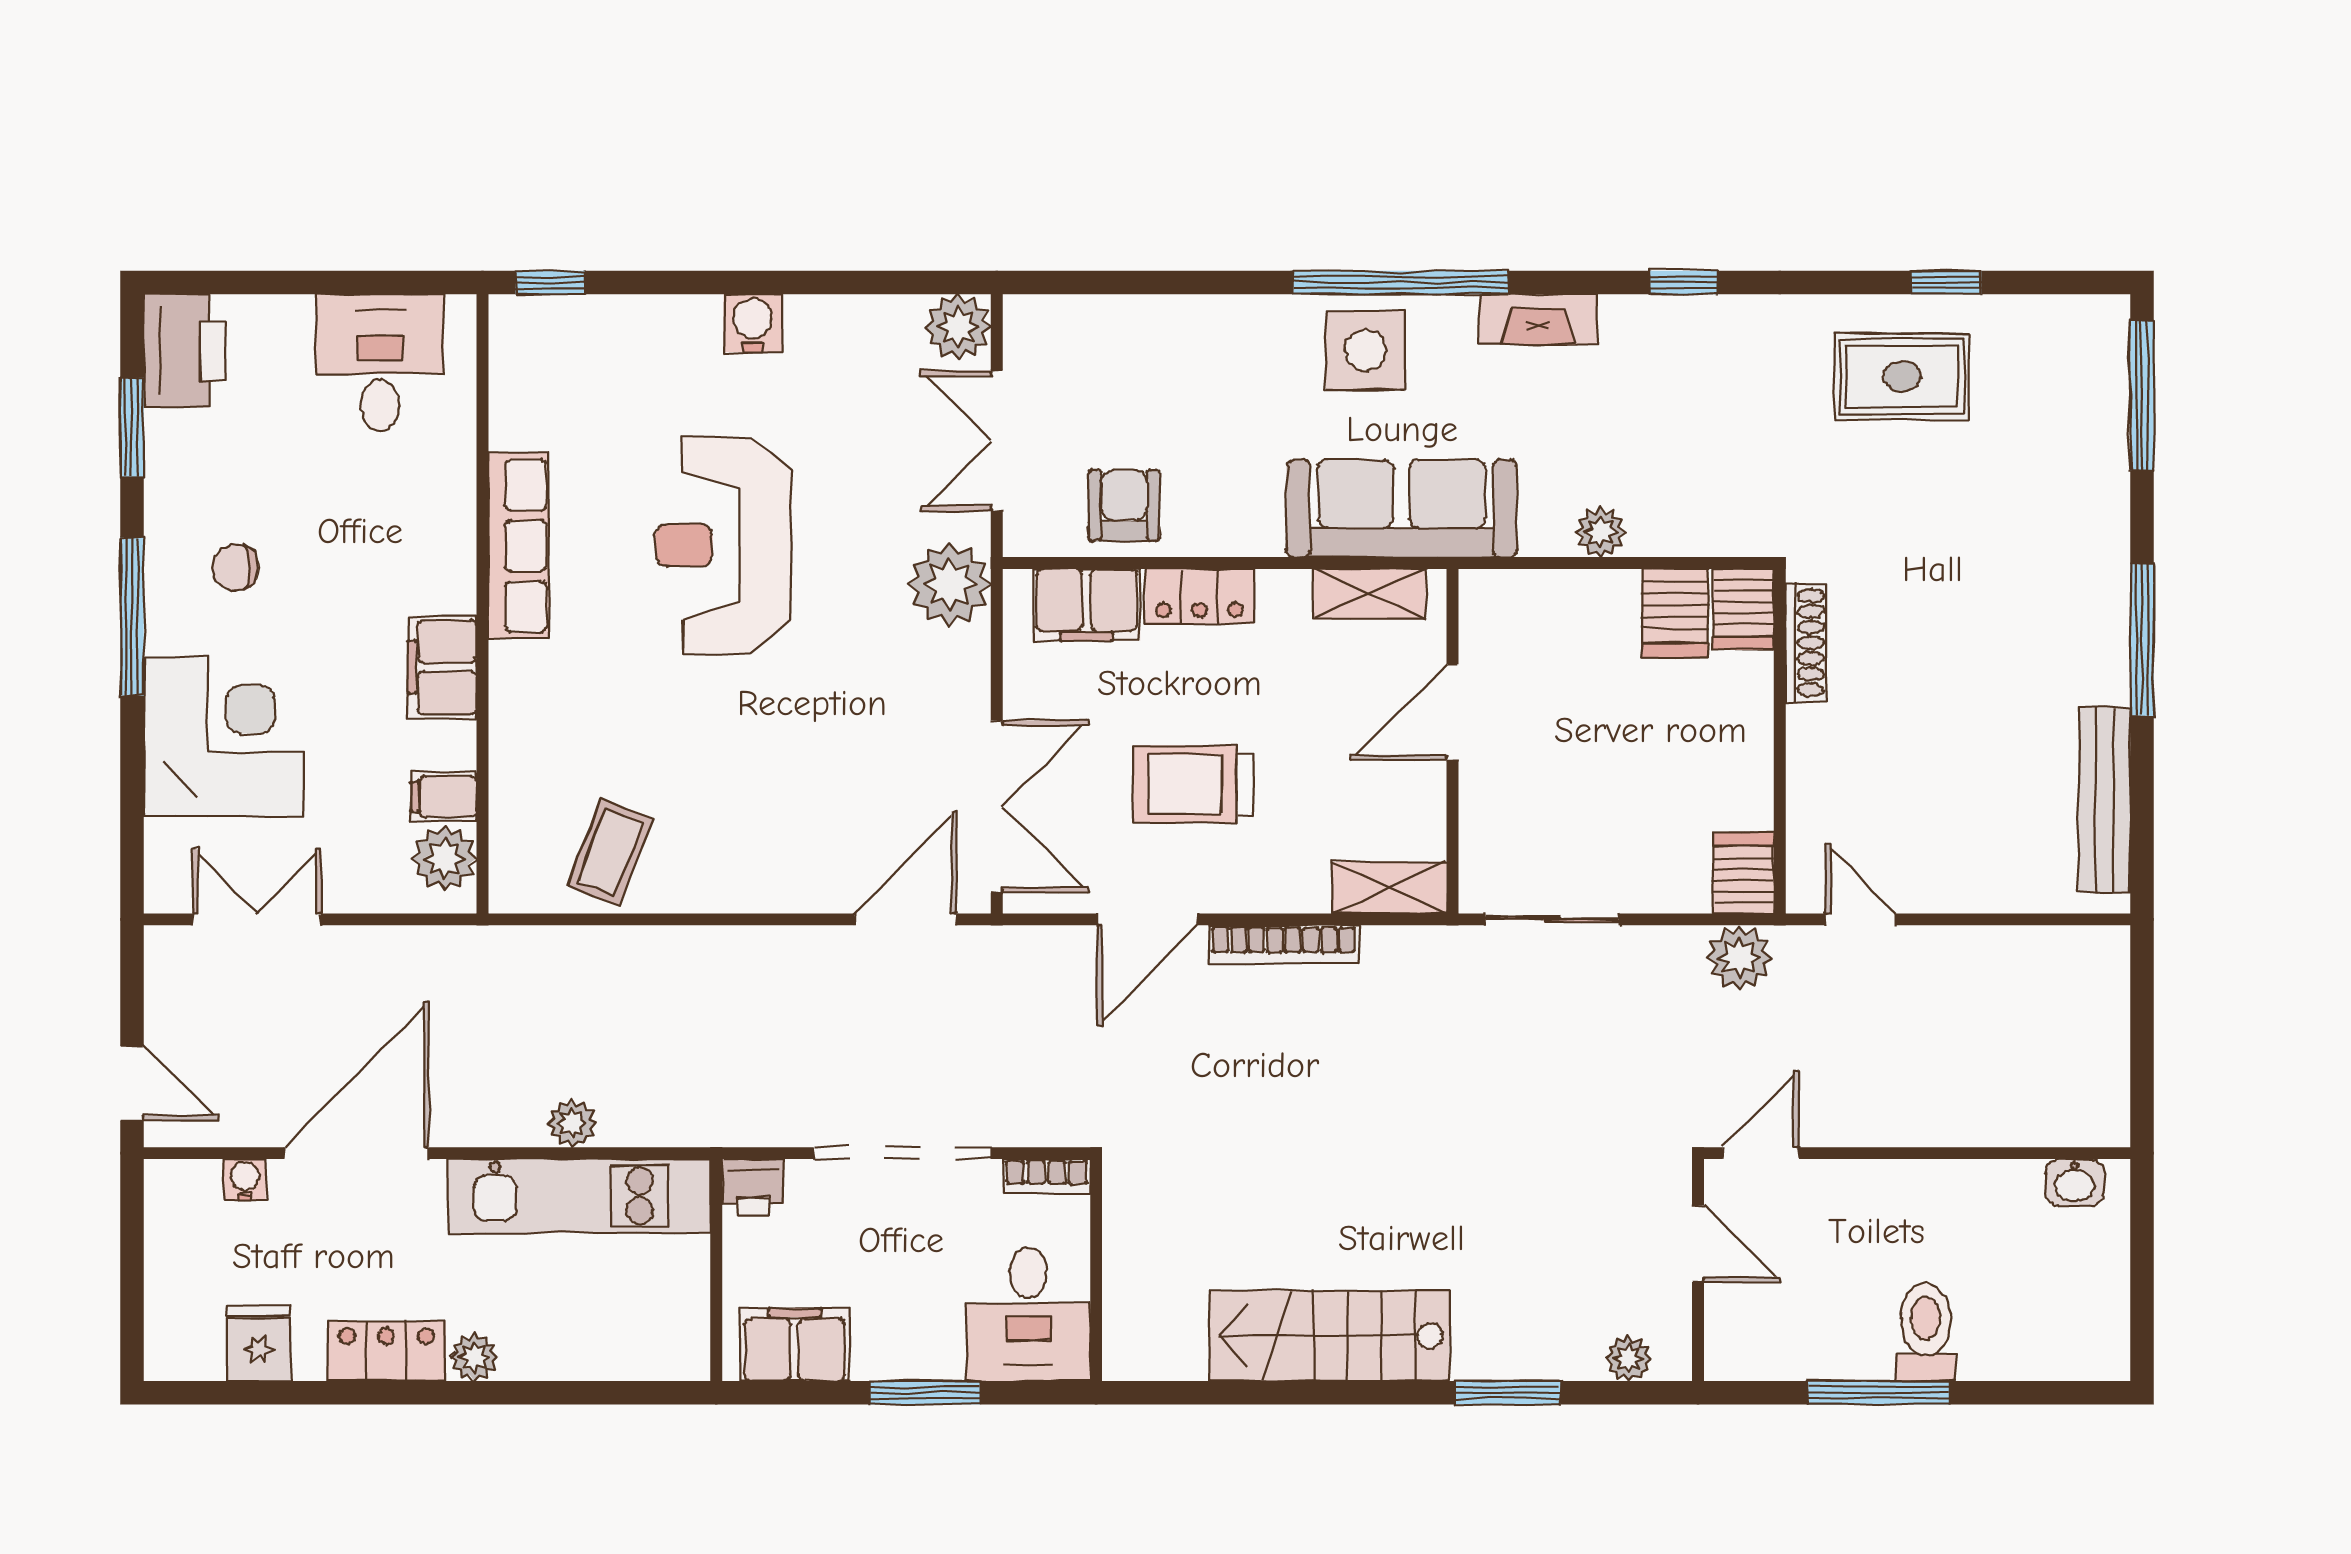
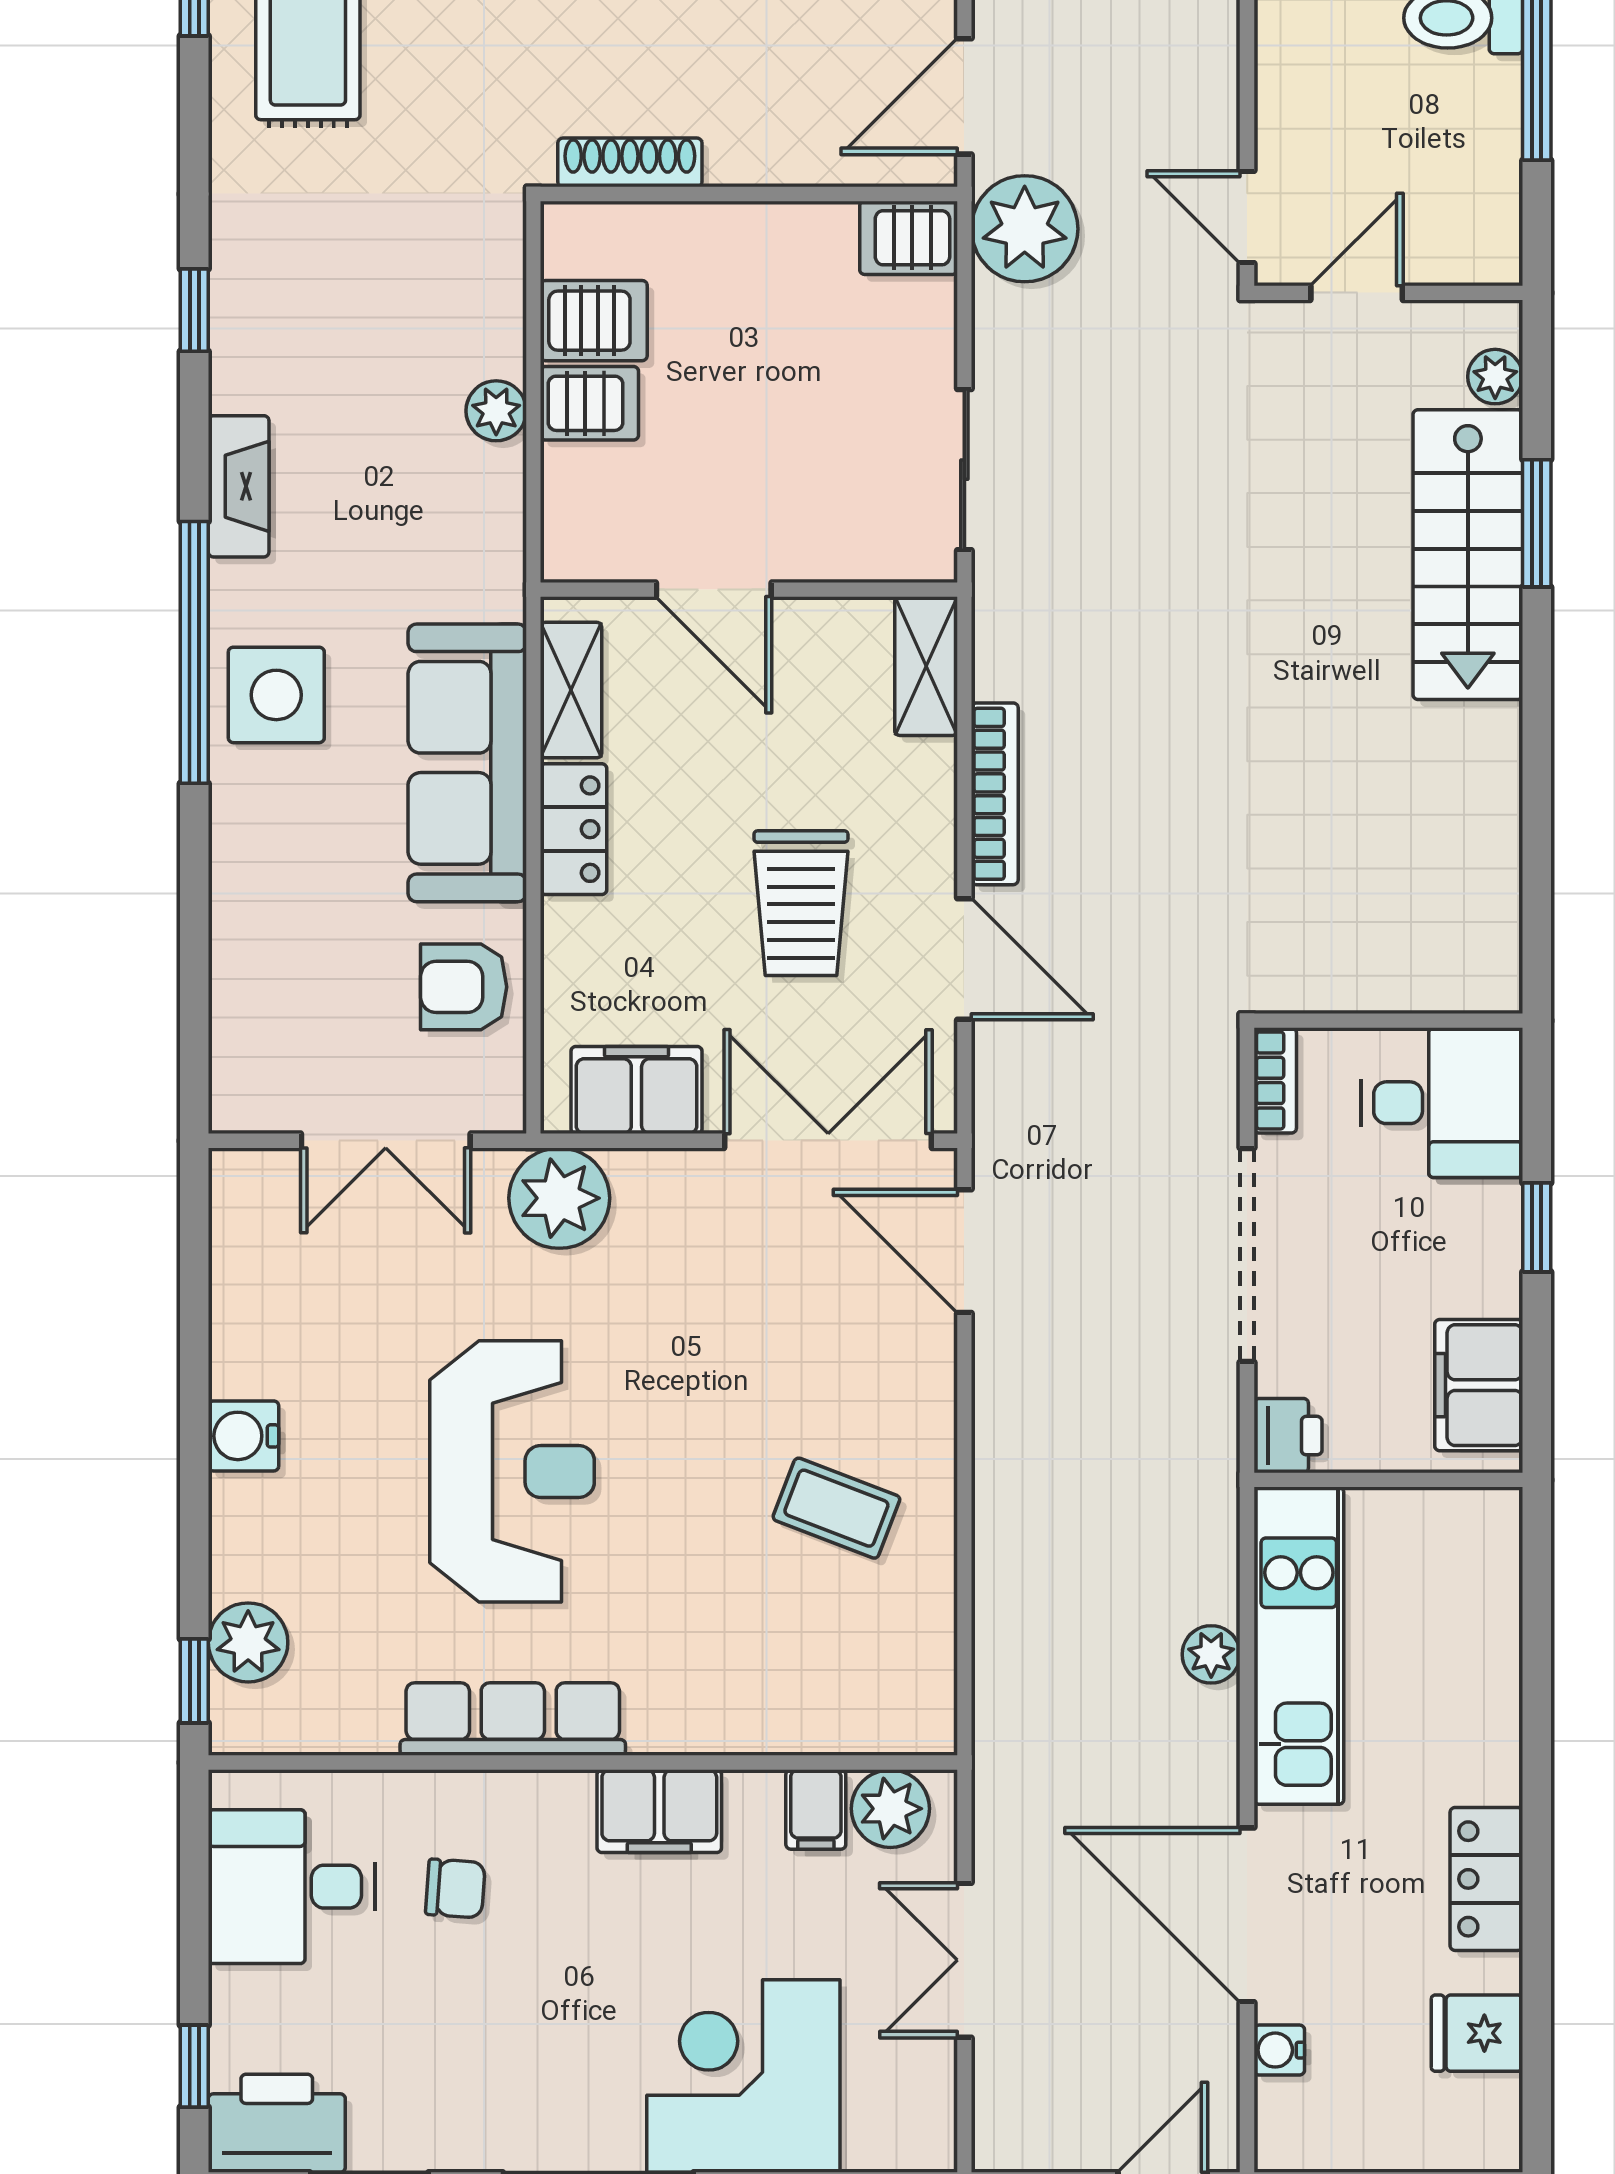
window: (232, 282) -> (194, 2066), added
plant: (958, 327) -> (248, 1642), moved
sofa: (1402, 508) -> (467, 763), moved
reception desk: (723, 545) -> (512, 1471), turned -90
chair: (236, 567) -> (455, 1888), moved, turned -86
locker: (1199, 596) -> (574, 829), moved
filing cabinet: (1086, 605) -> (636, 1090), moved, turned -90
server rack: (1743, 609) -> (589, 403), moved
coffee table: (610, 852) -> (836, 1508), moved
double door: (257, 919) -> (964, 1960), moved
door: (1860, 919) -> (964, 96), width x1.37
plant: (1739, 957) -> (1025, 229), width x1.36, depth x1.36
stairs: (1329, 1336) -> (1468, 555), moved
plant: (474, 1357) -> (1493, 1773), removed
window: (925, 1393) -> (1537, 1227), width x0.67

